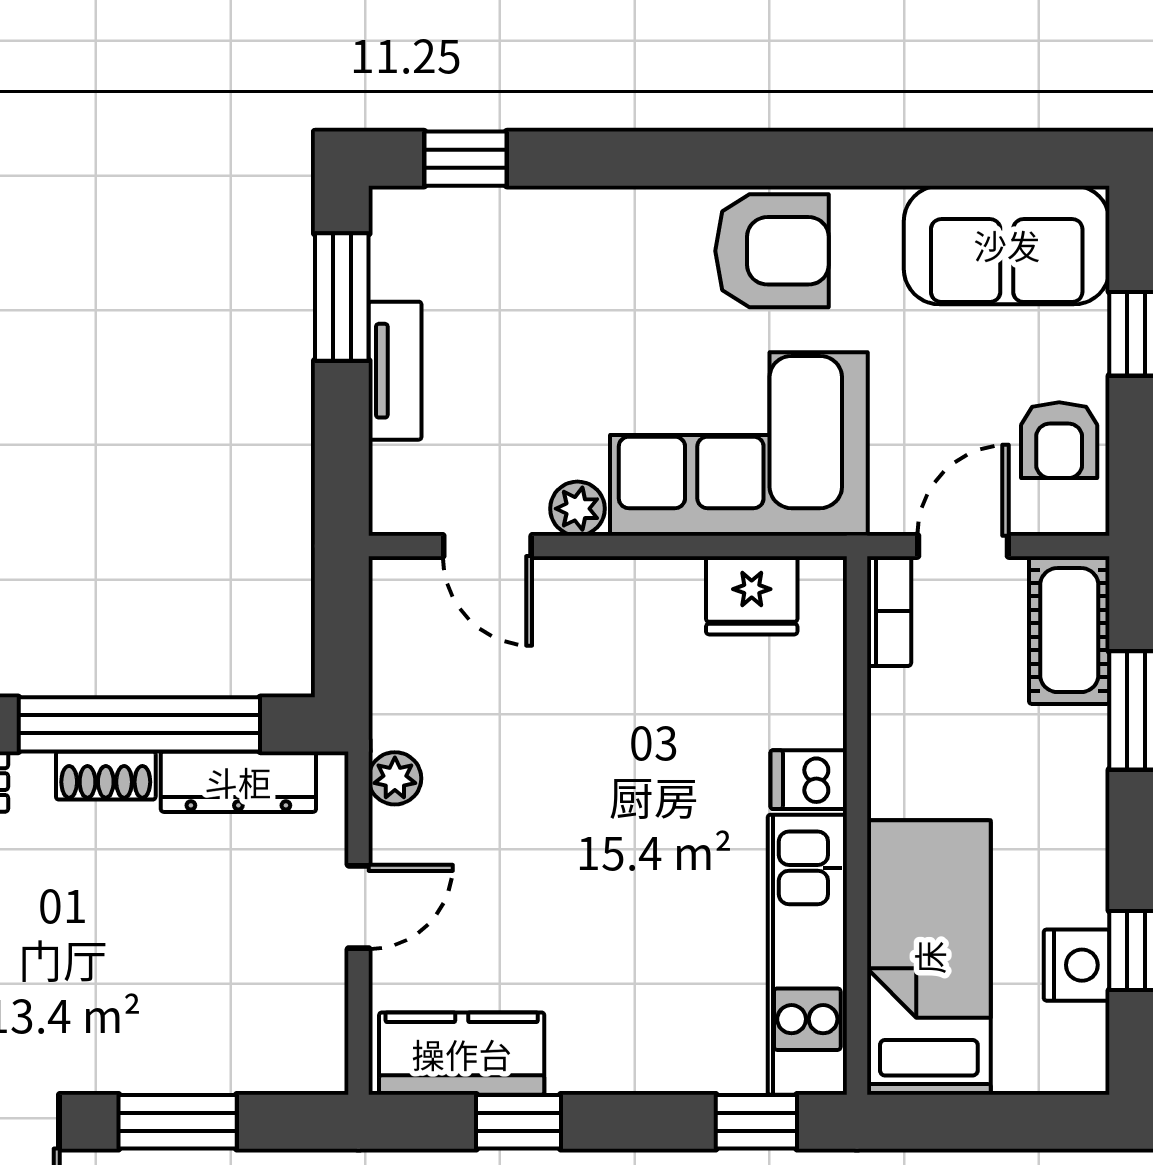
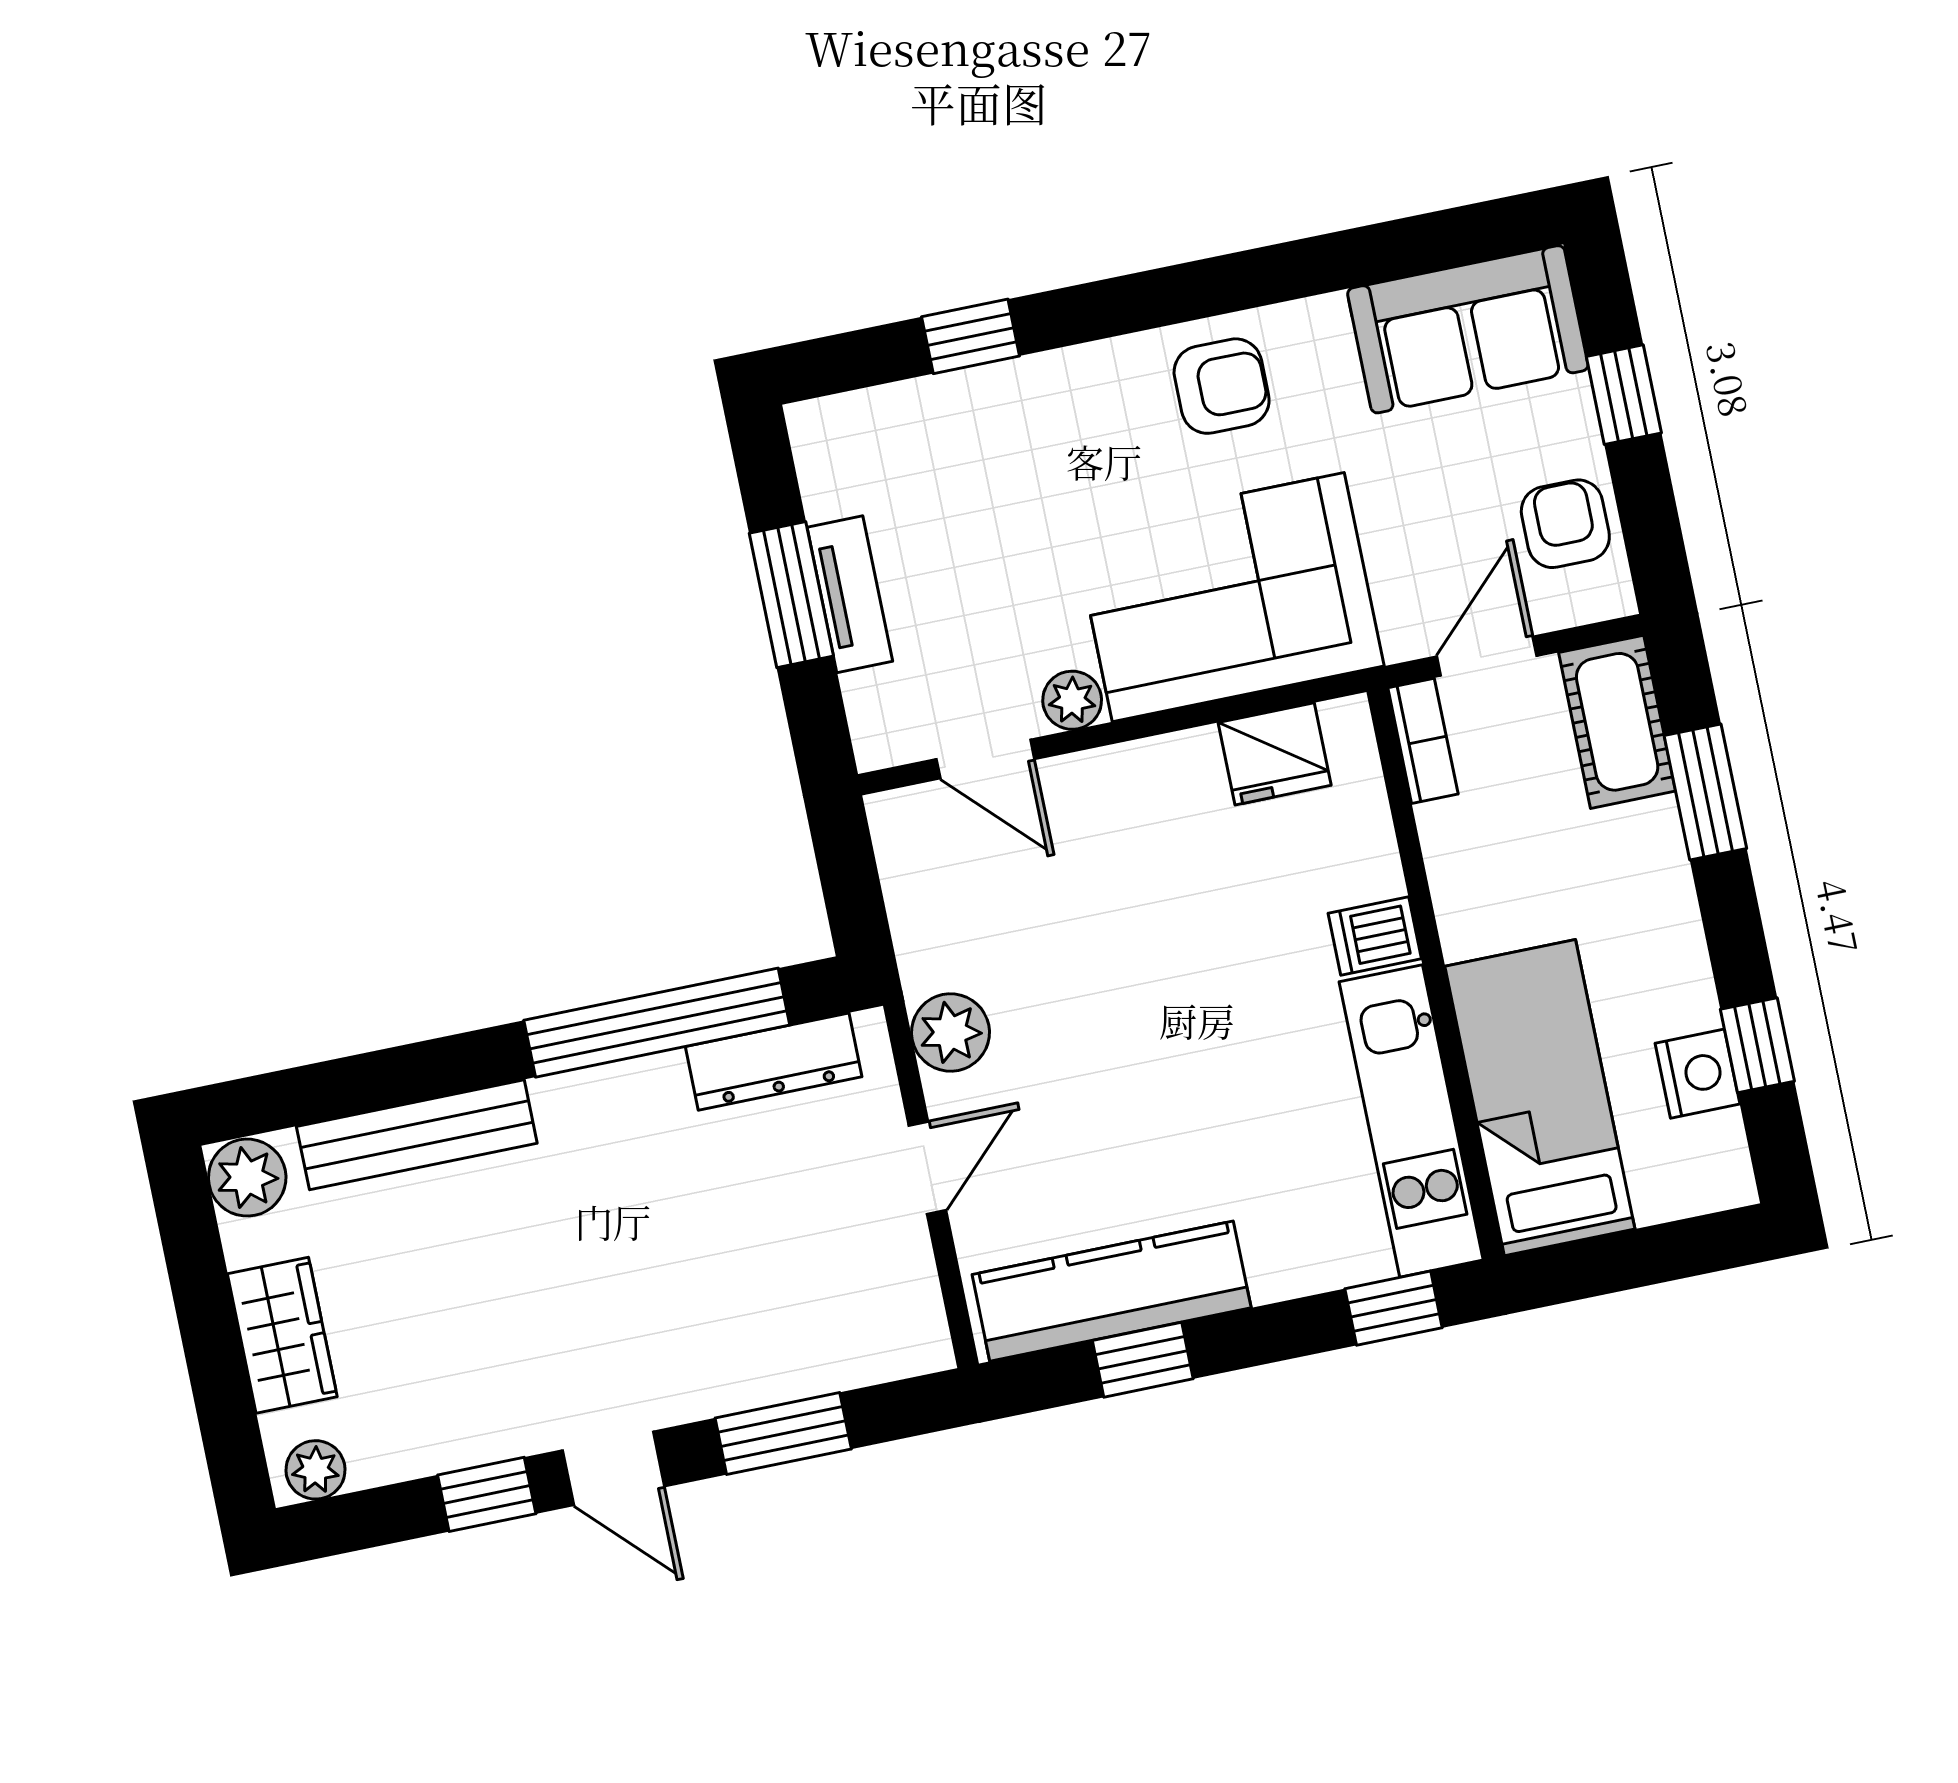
window: (466, 159) -> (971, 336), moved
armchair: (772, 251) -> (1222, 386), width x0.72, depth x0.72
window: (342, 297) -> (791, 595), moved
armchair: (1059, 440) -> (1565, 524), turned 180
shoe rack: (106, 776) -> (632, 1084), removed
plant: (395, 778) -> (950, 1032), width x1.38, depth x1.38
kitchen counter: (462, 1054) -> (1112, 1291), width x1.50

